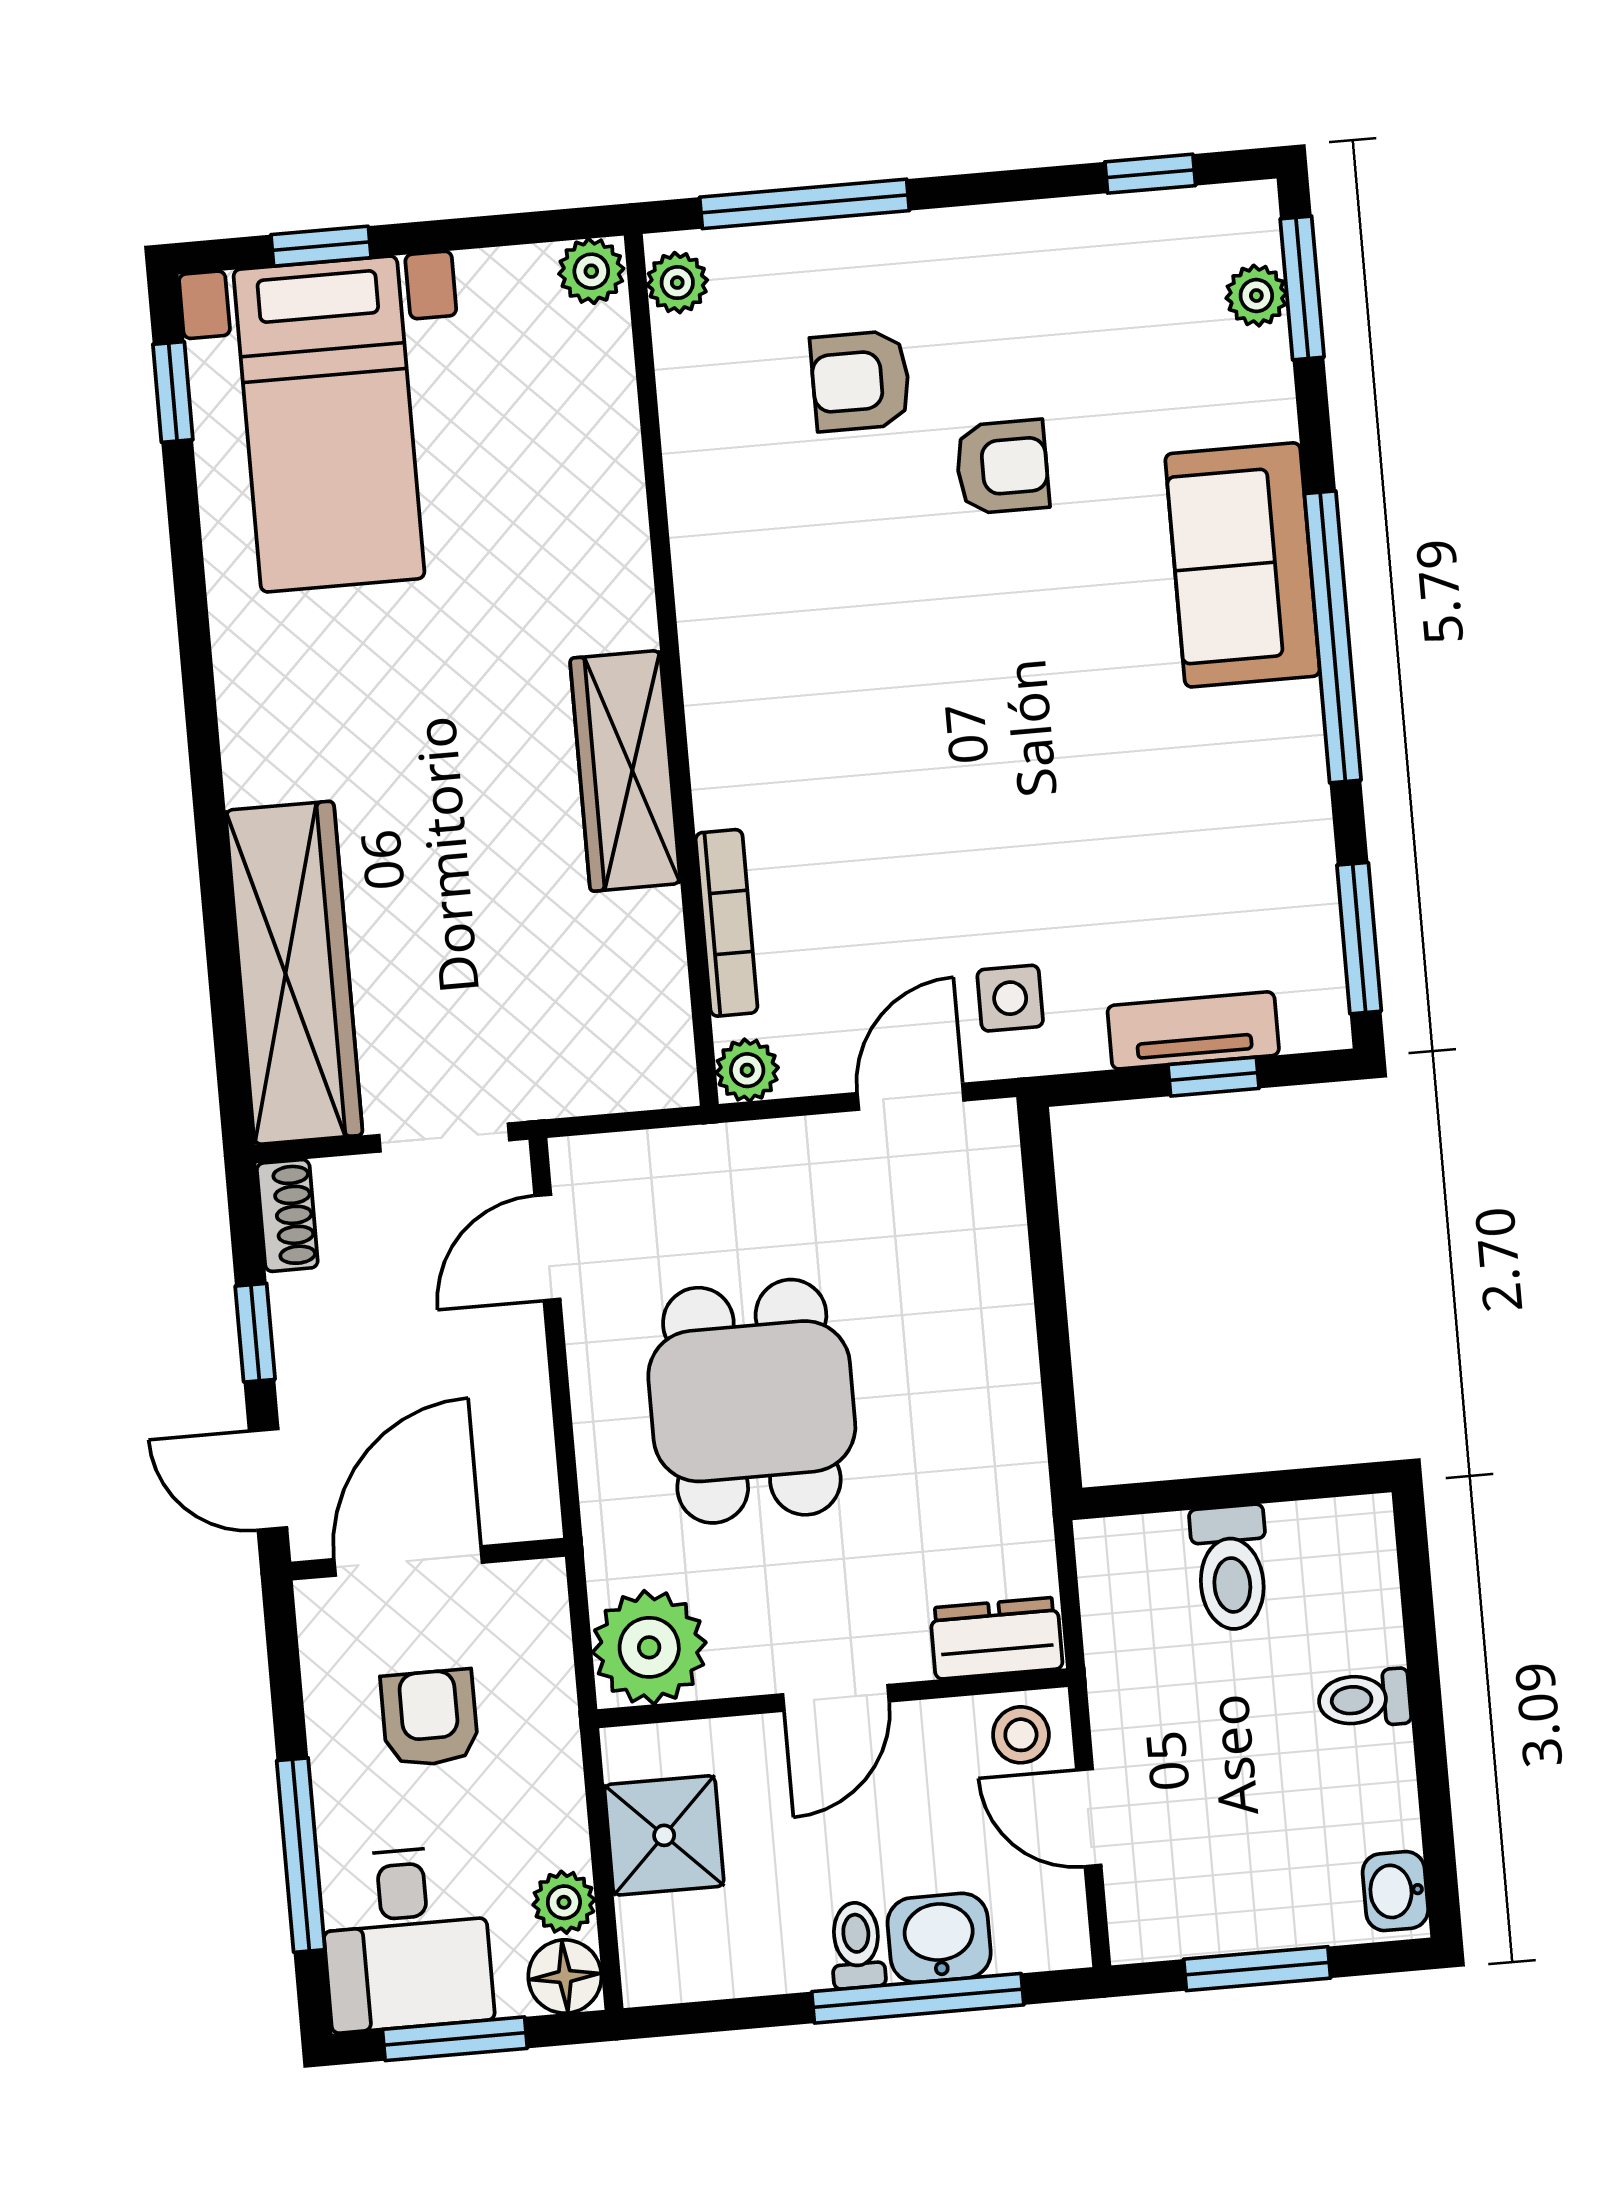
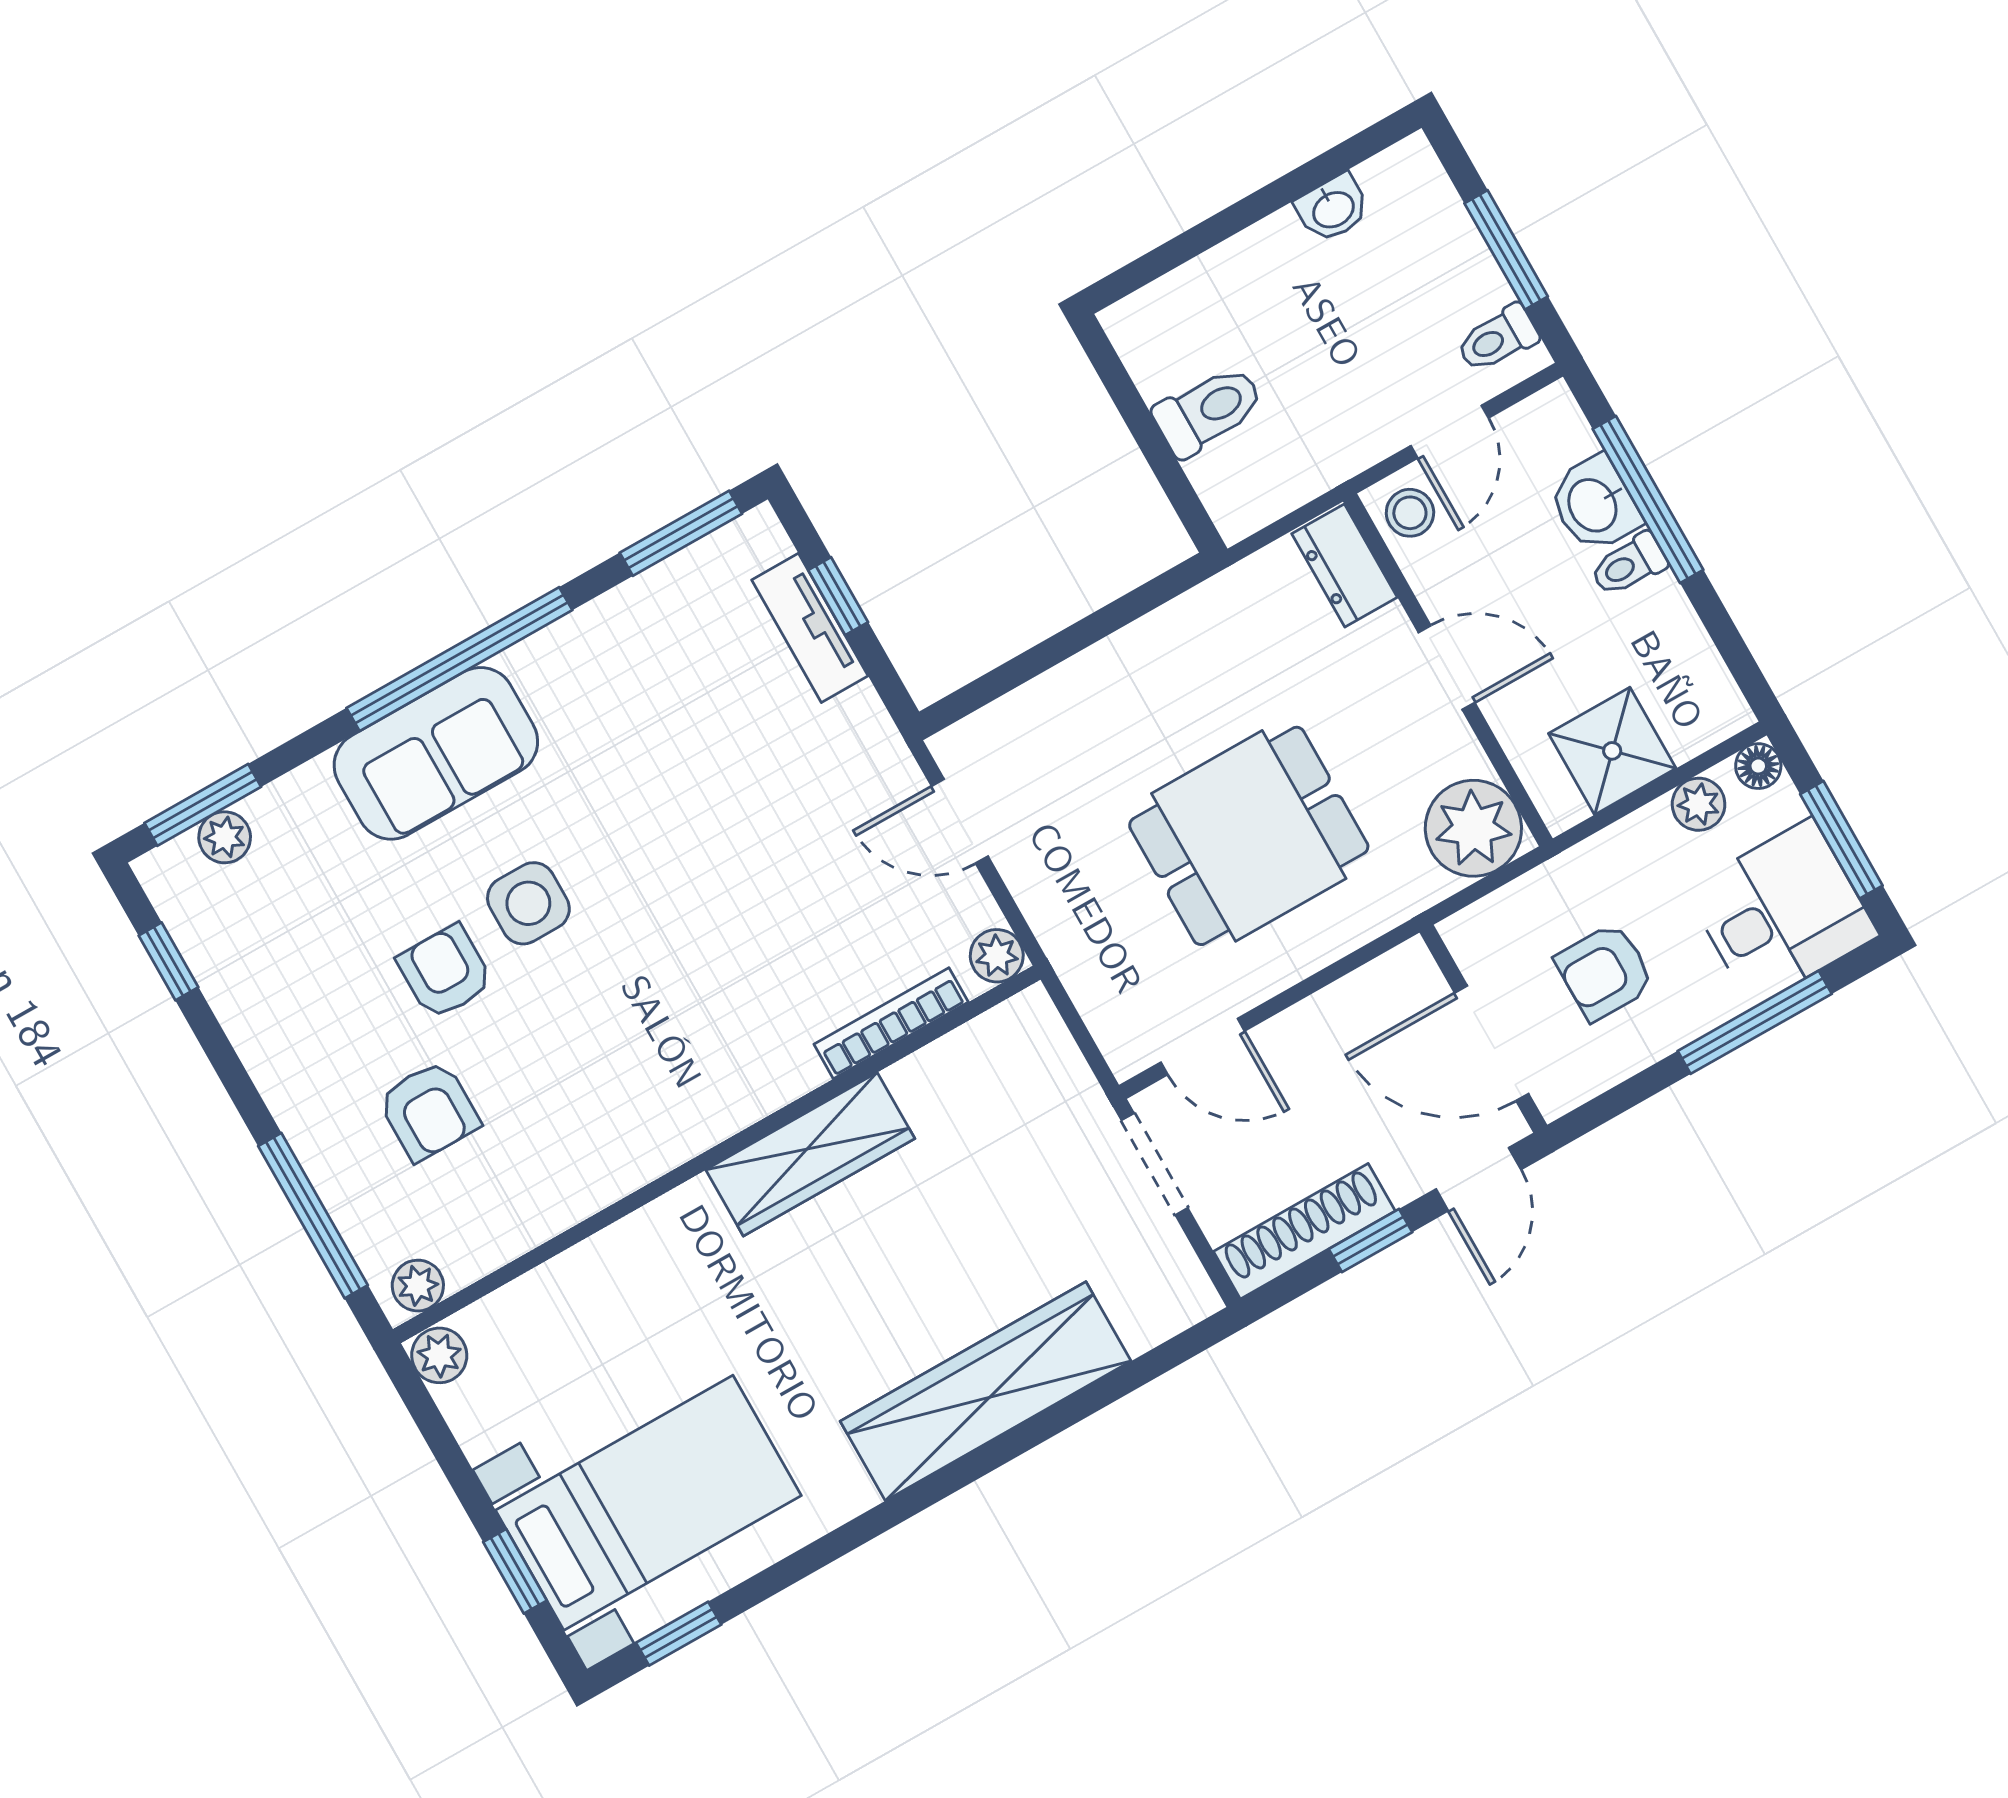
wardrobe: (294, 973) -> (986, 1391), moved
side table: (1010, 998) -> (528, 903), moved, width x1.37, depth x1.37
shoe rack: (287, 1215) -> (1304, 1231), width x1.94, depth x1.24
toilet: (1364, 1699) -> (1497, 339), moved, turned 90
washbasin: (1395, 1891) -> (1333, 208), moved
floor lamp: (565, 1977) -> (1758, 766), width x0.73, depth x0.73

